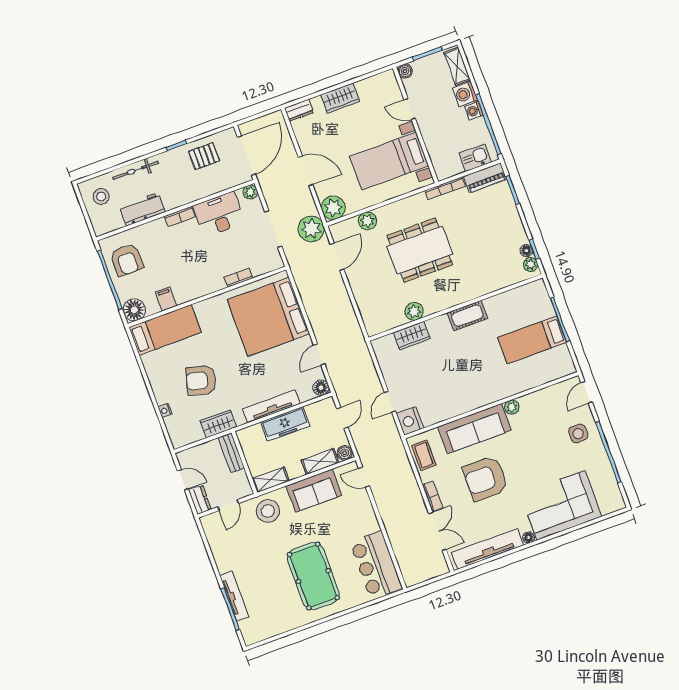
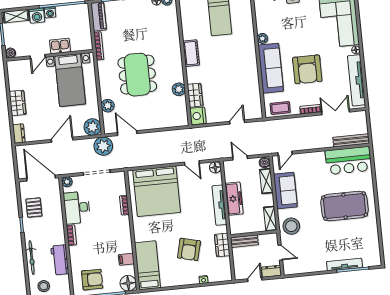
kitchen sink: (475, 158) -> (60, 46), moved, turned 90
door: (390, 402) -> (237, 122), swing flipped
nightstand: (410, 421) -> (198, 116), moved, turned 90
bench: (404, 562) -> (351, 140), added

